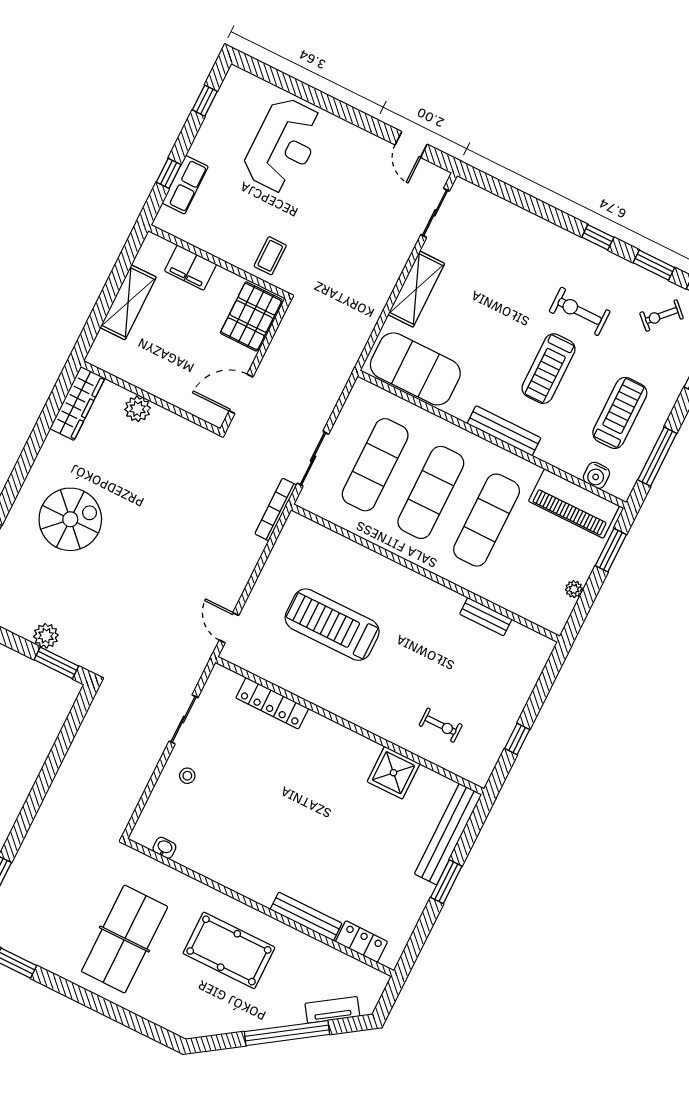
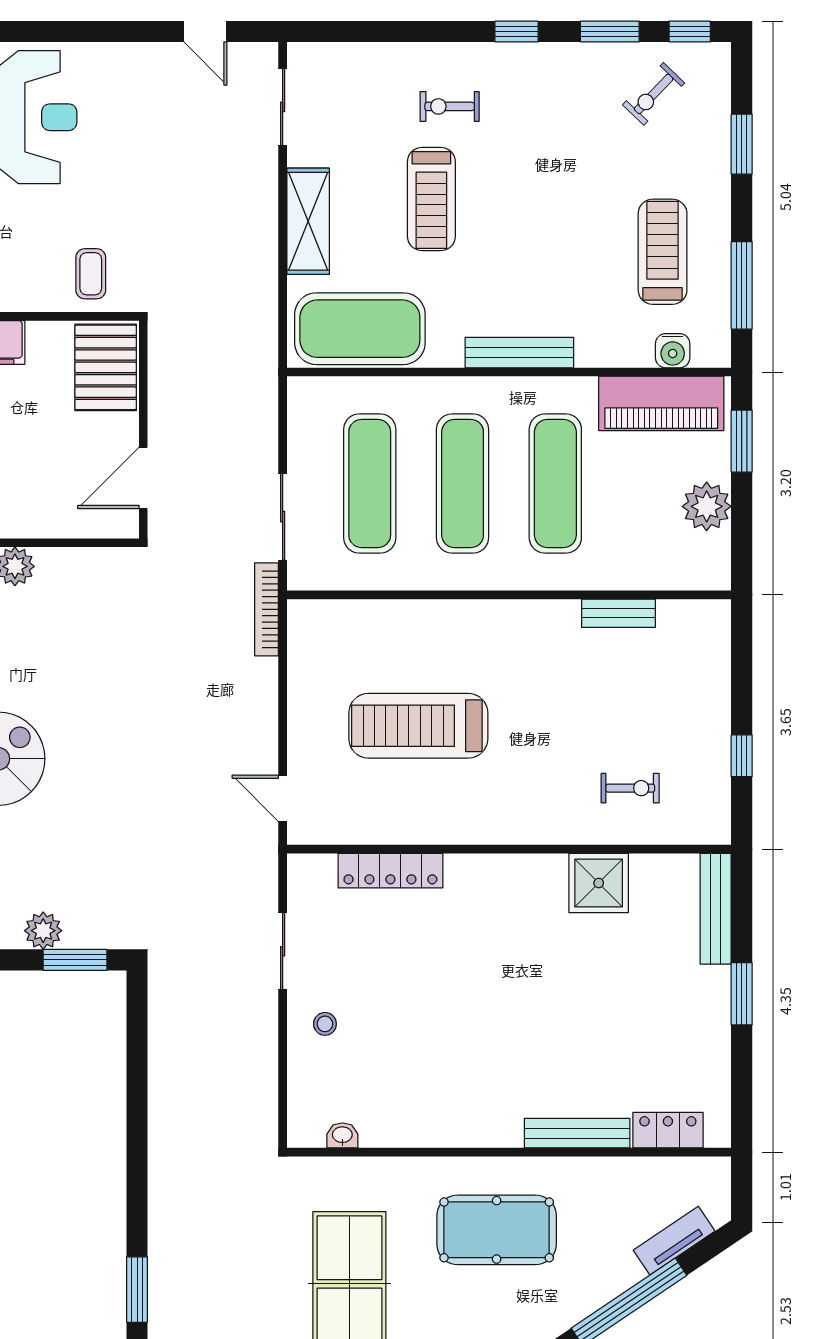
exercise bike: (580, 311) -> (450, 106), moved, width x0.73, depth x0.72
treadmill: (549, 369) -> (431, 199), moved
plant: (574, 589) -> (707, 506), width x1.88, depth x1.88
bench: (448, 834) -> (716, 909), width x0.73, depth x0.82

